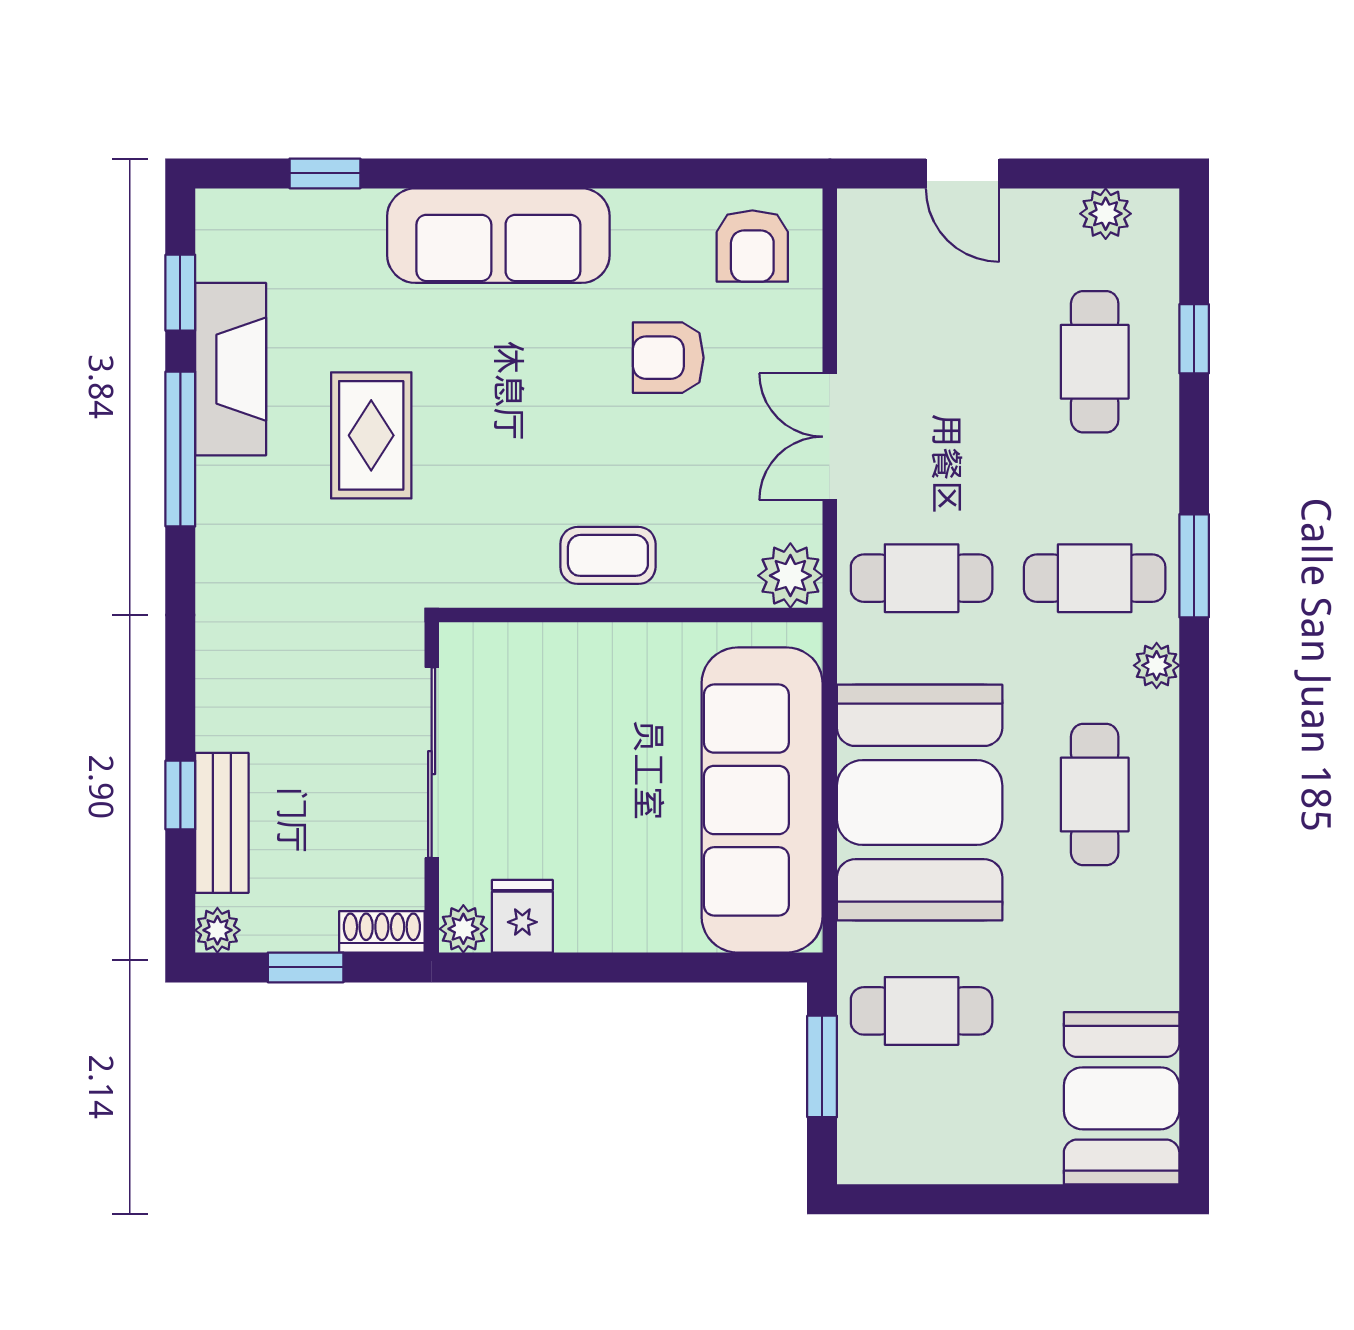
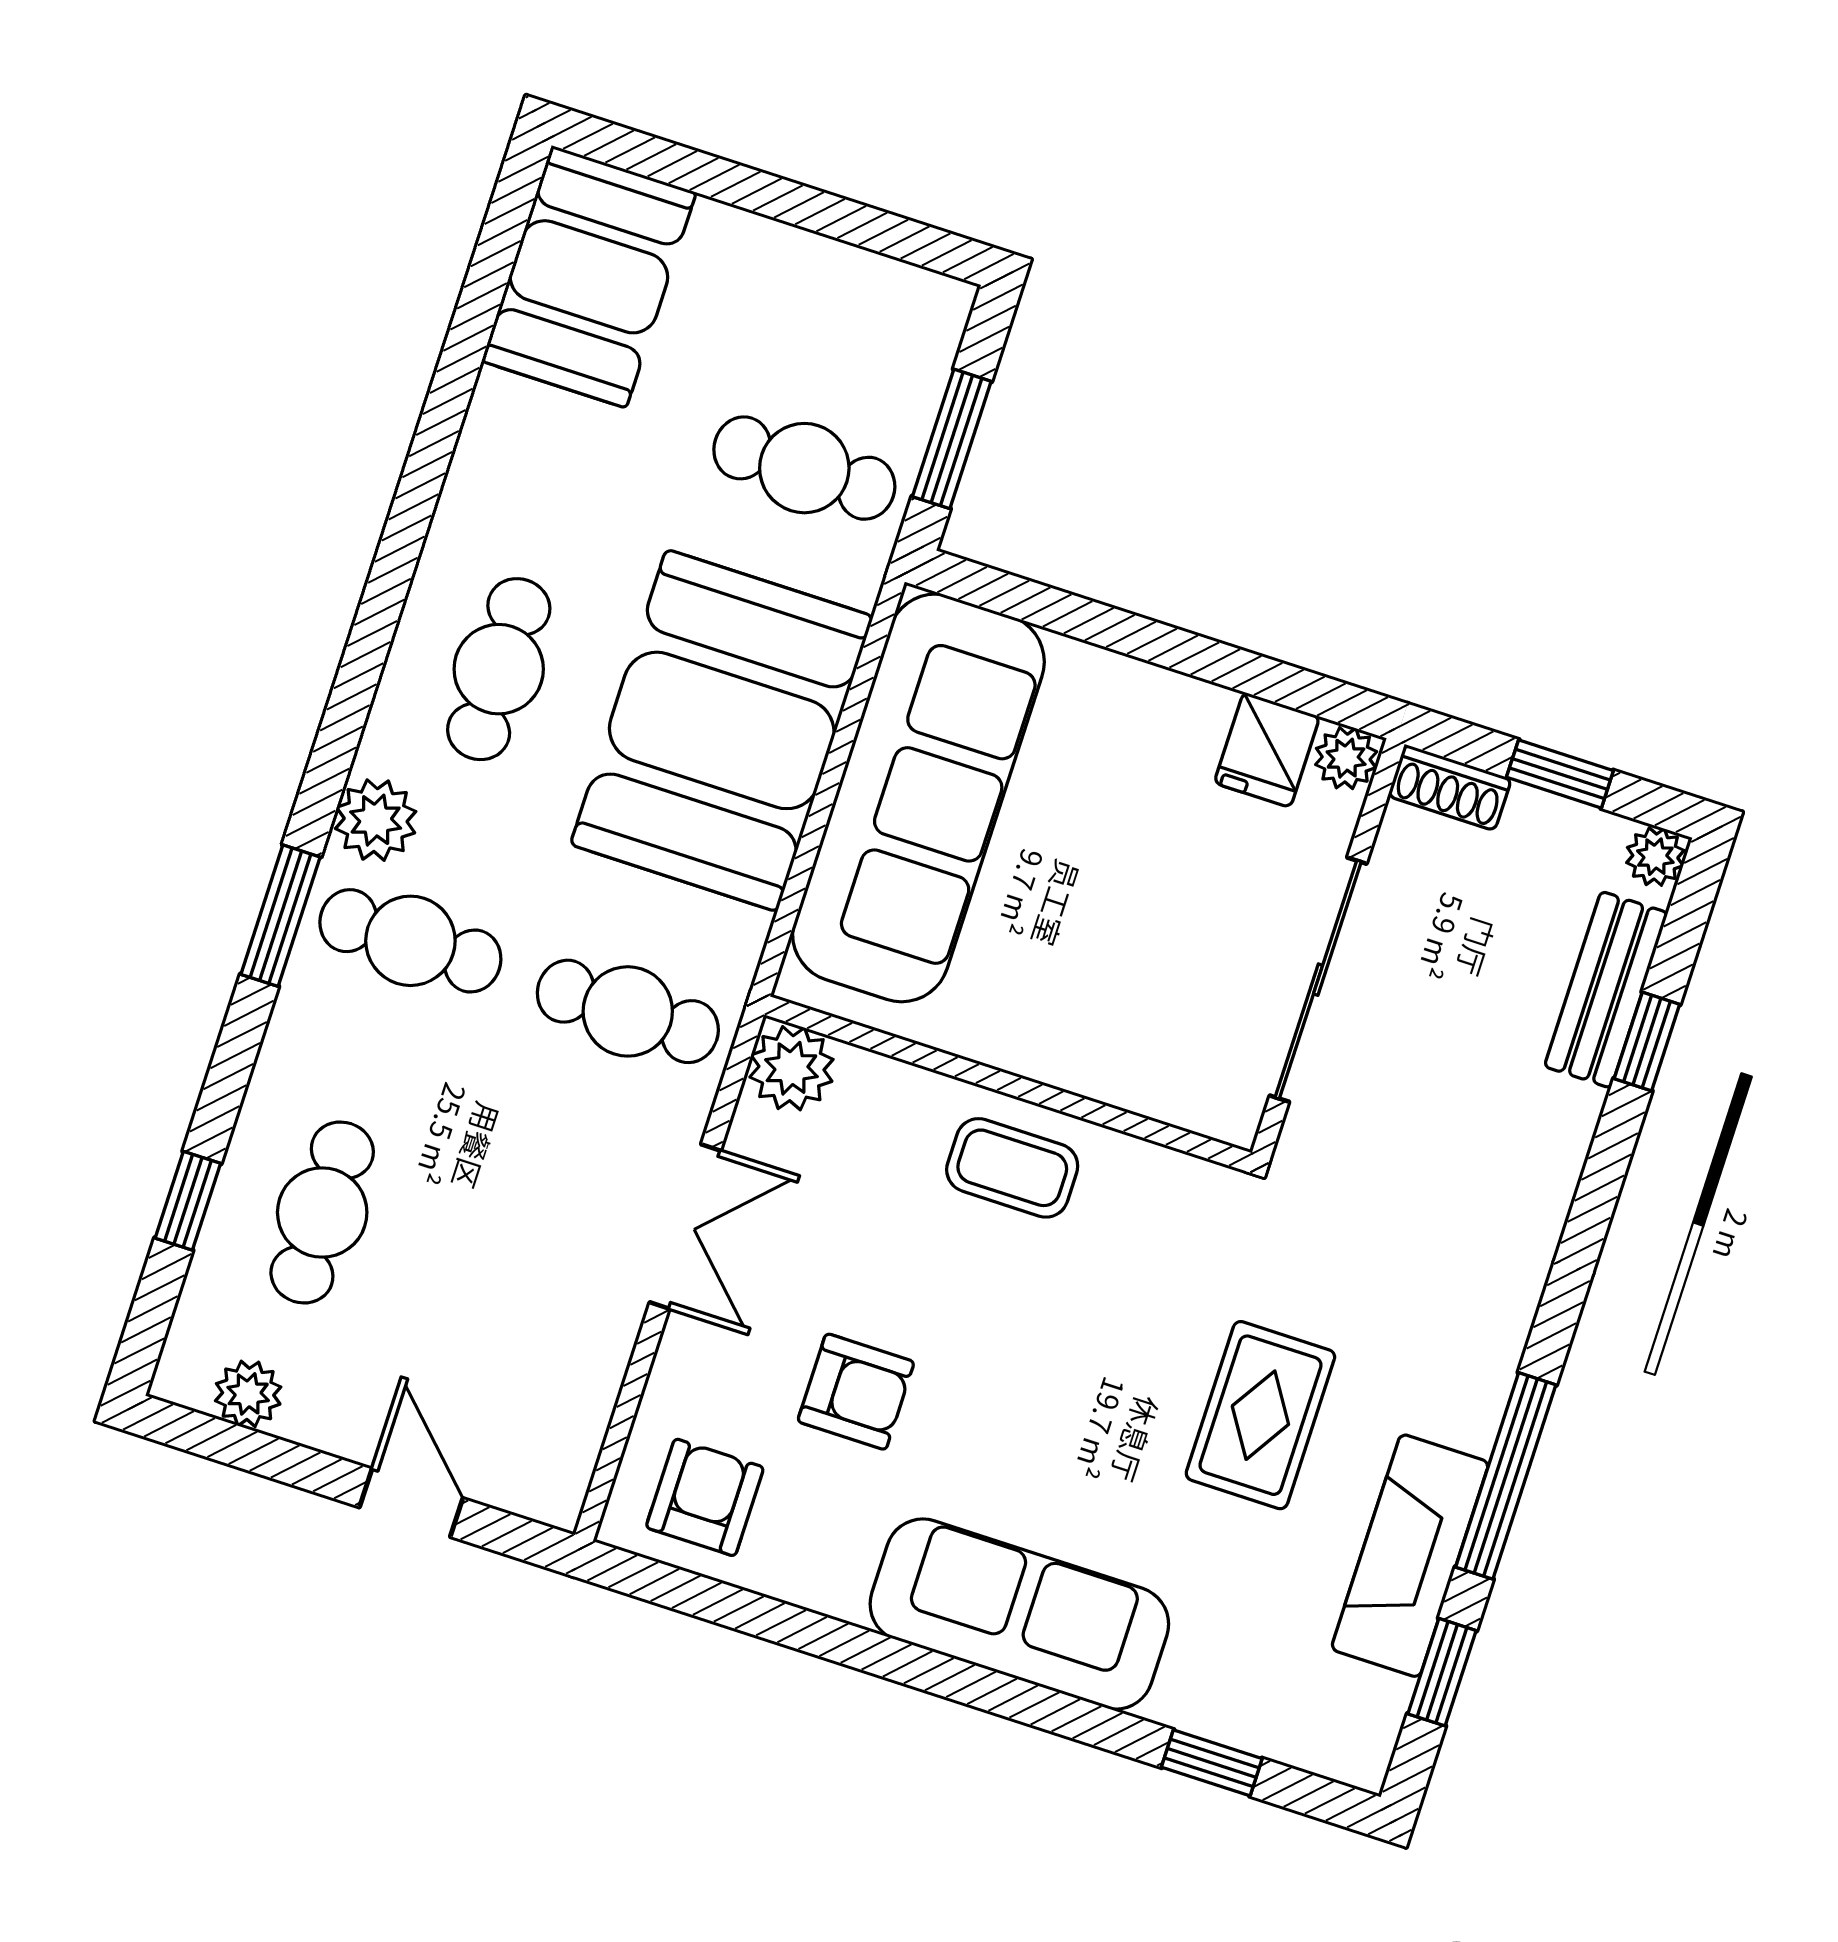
plant: (1157, 665) -> (376, 820), width x1.38, depth x1.38

